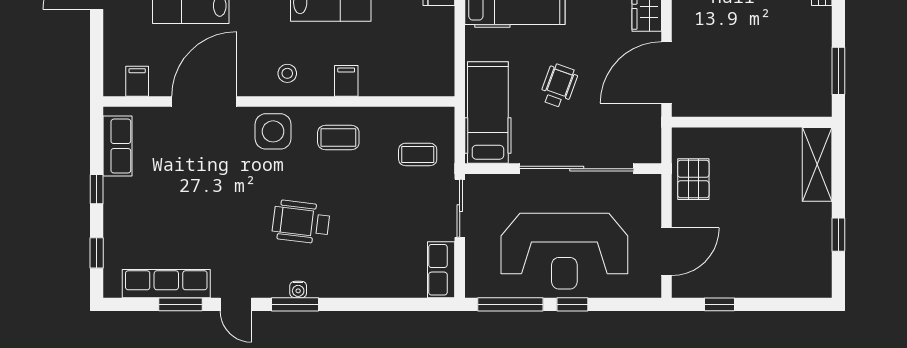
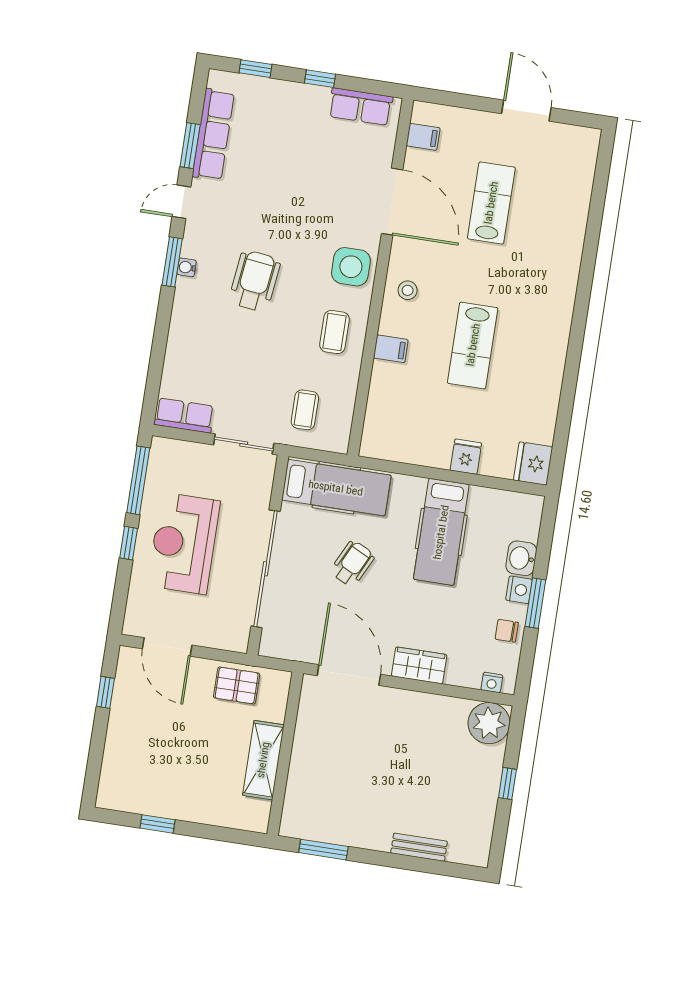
wheelchair: (559, 86) -> (353, 564), turned -84
shelving: (817, 164) -> (263, 760), moved, turned 90
reception desk: (564, 251) -> (184, 543), width x0.74, depth x0.77

